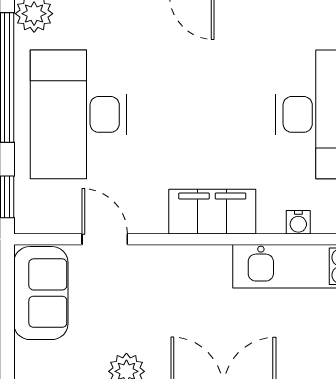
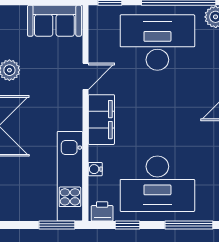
door: (105, 239) -> (85, 76), moved

